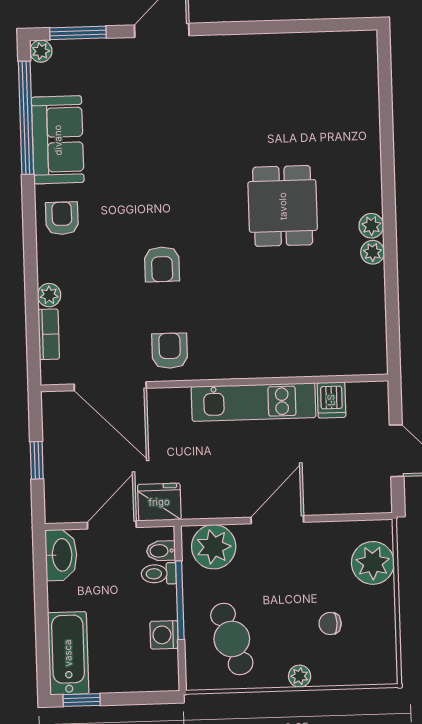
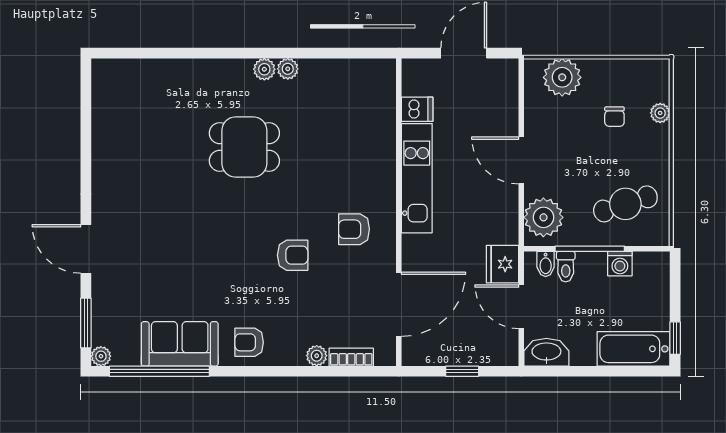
armchair: (170, 351) -> (354, 229), moved
plant: (300, 676) -> (660, 113), moved

